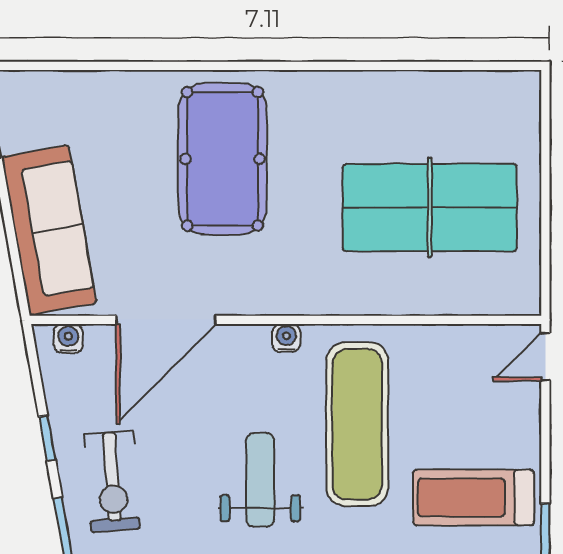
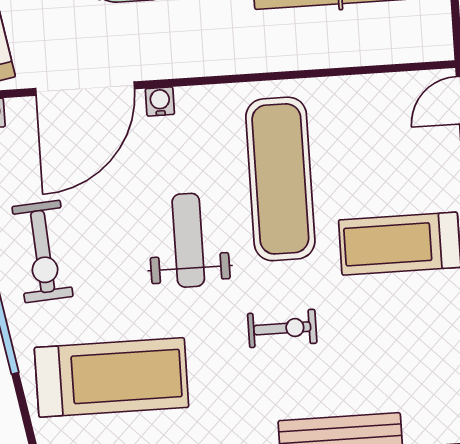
water cooler: (286, 338) -> (160, 102), moved

